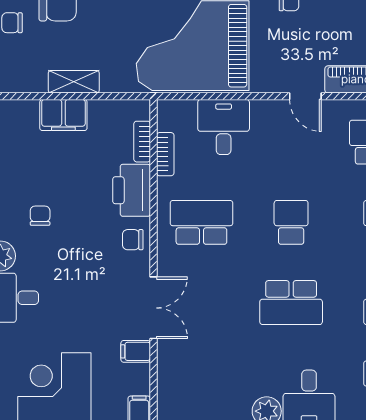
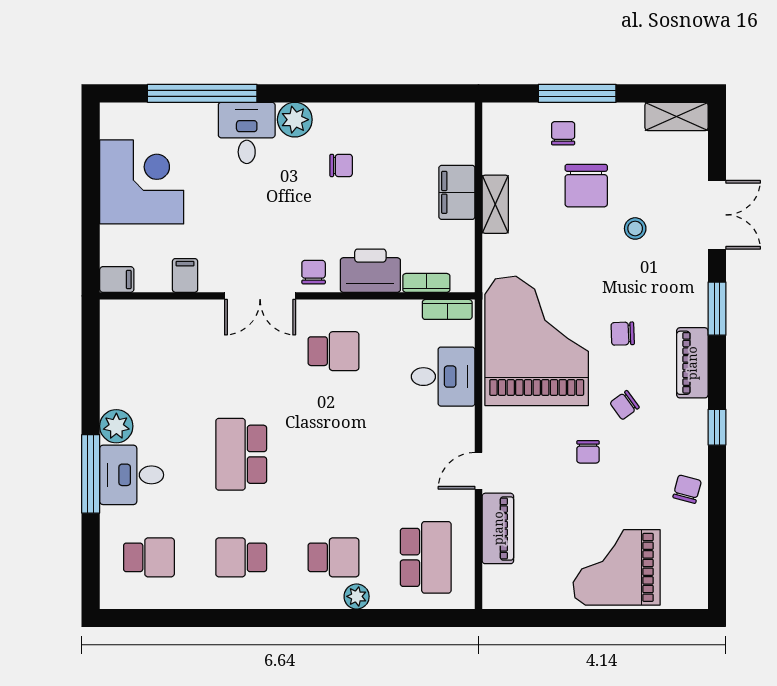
bookcase: (165, 154) -> (447, 309), moved
school desk: (201, 222) -> (333, 351), width x0.54
school desk: (291, 222) -> (333, 454), removed
double door: (153, 308) -> (260, 296), moved

